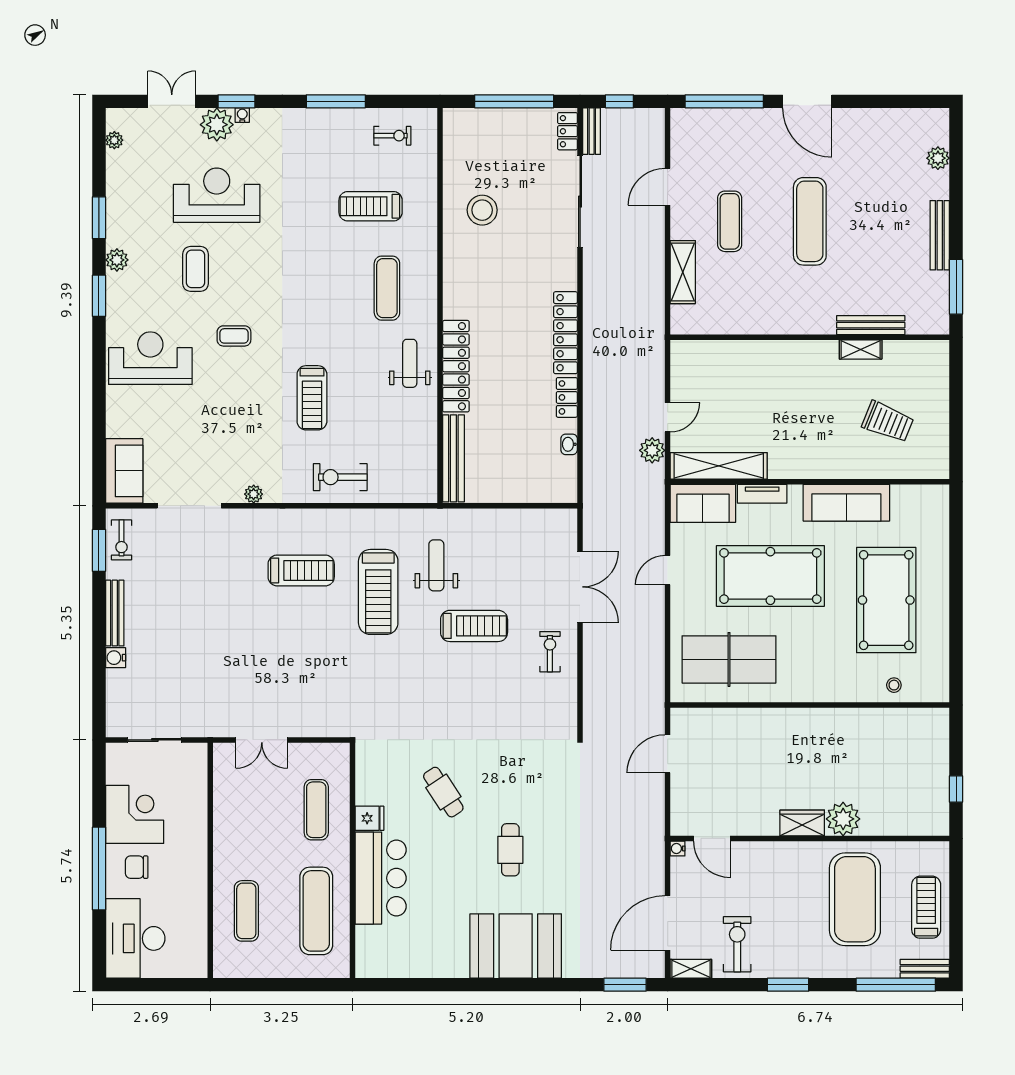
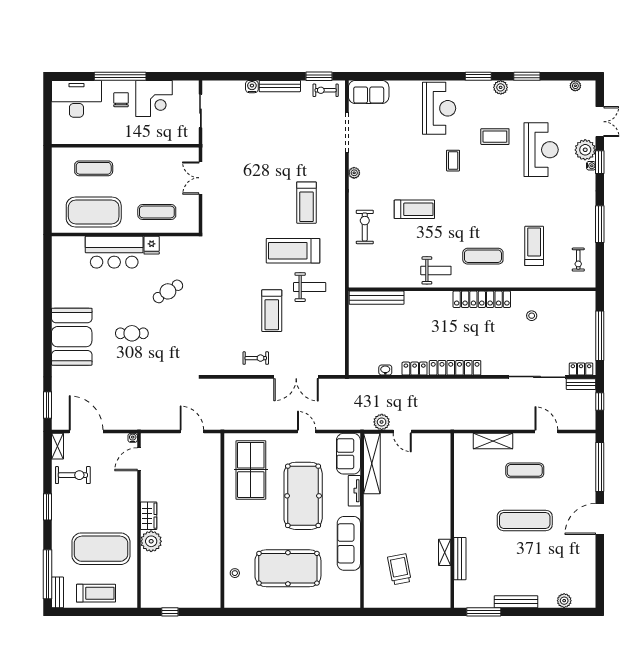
stool: (482, 210) -> (532, 316), width x0.53, depth x0.53
locker: (456, 366) -> (482, 299), moved
treadmill: (312, 398) -> (414, 209), turned 180
trolley: (888, 422) -> (399, 569), turned 147
exercise mat: (316, 911) -> (94, 212), width x1.47

